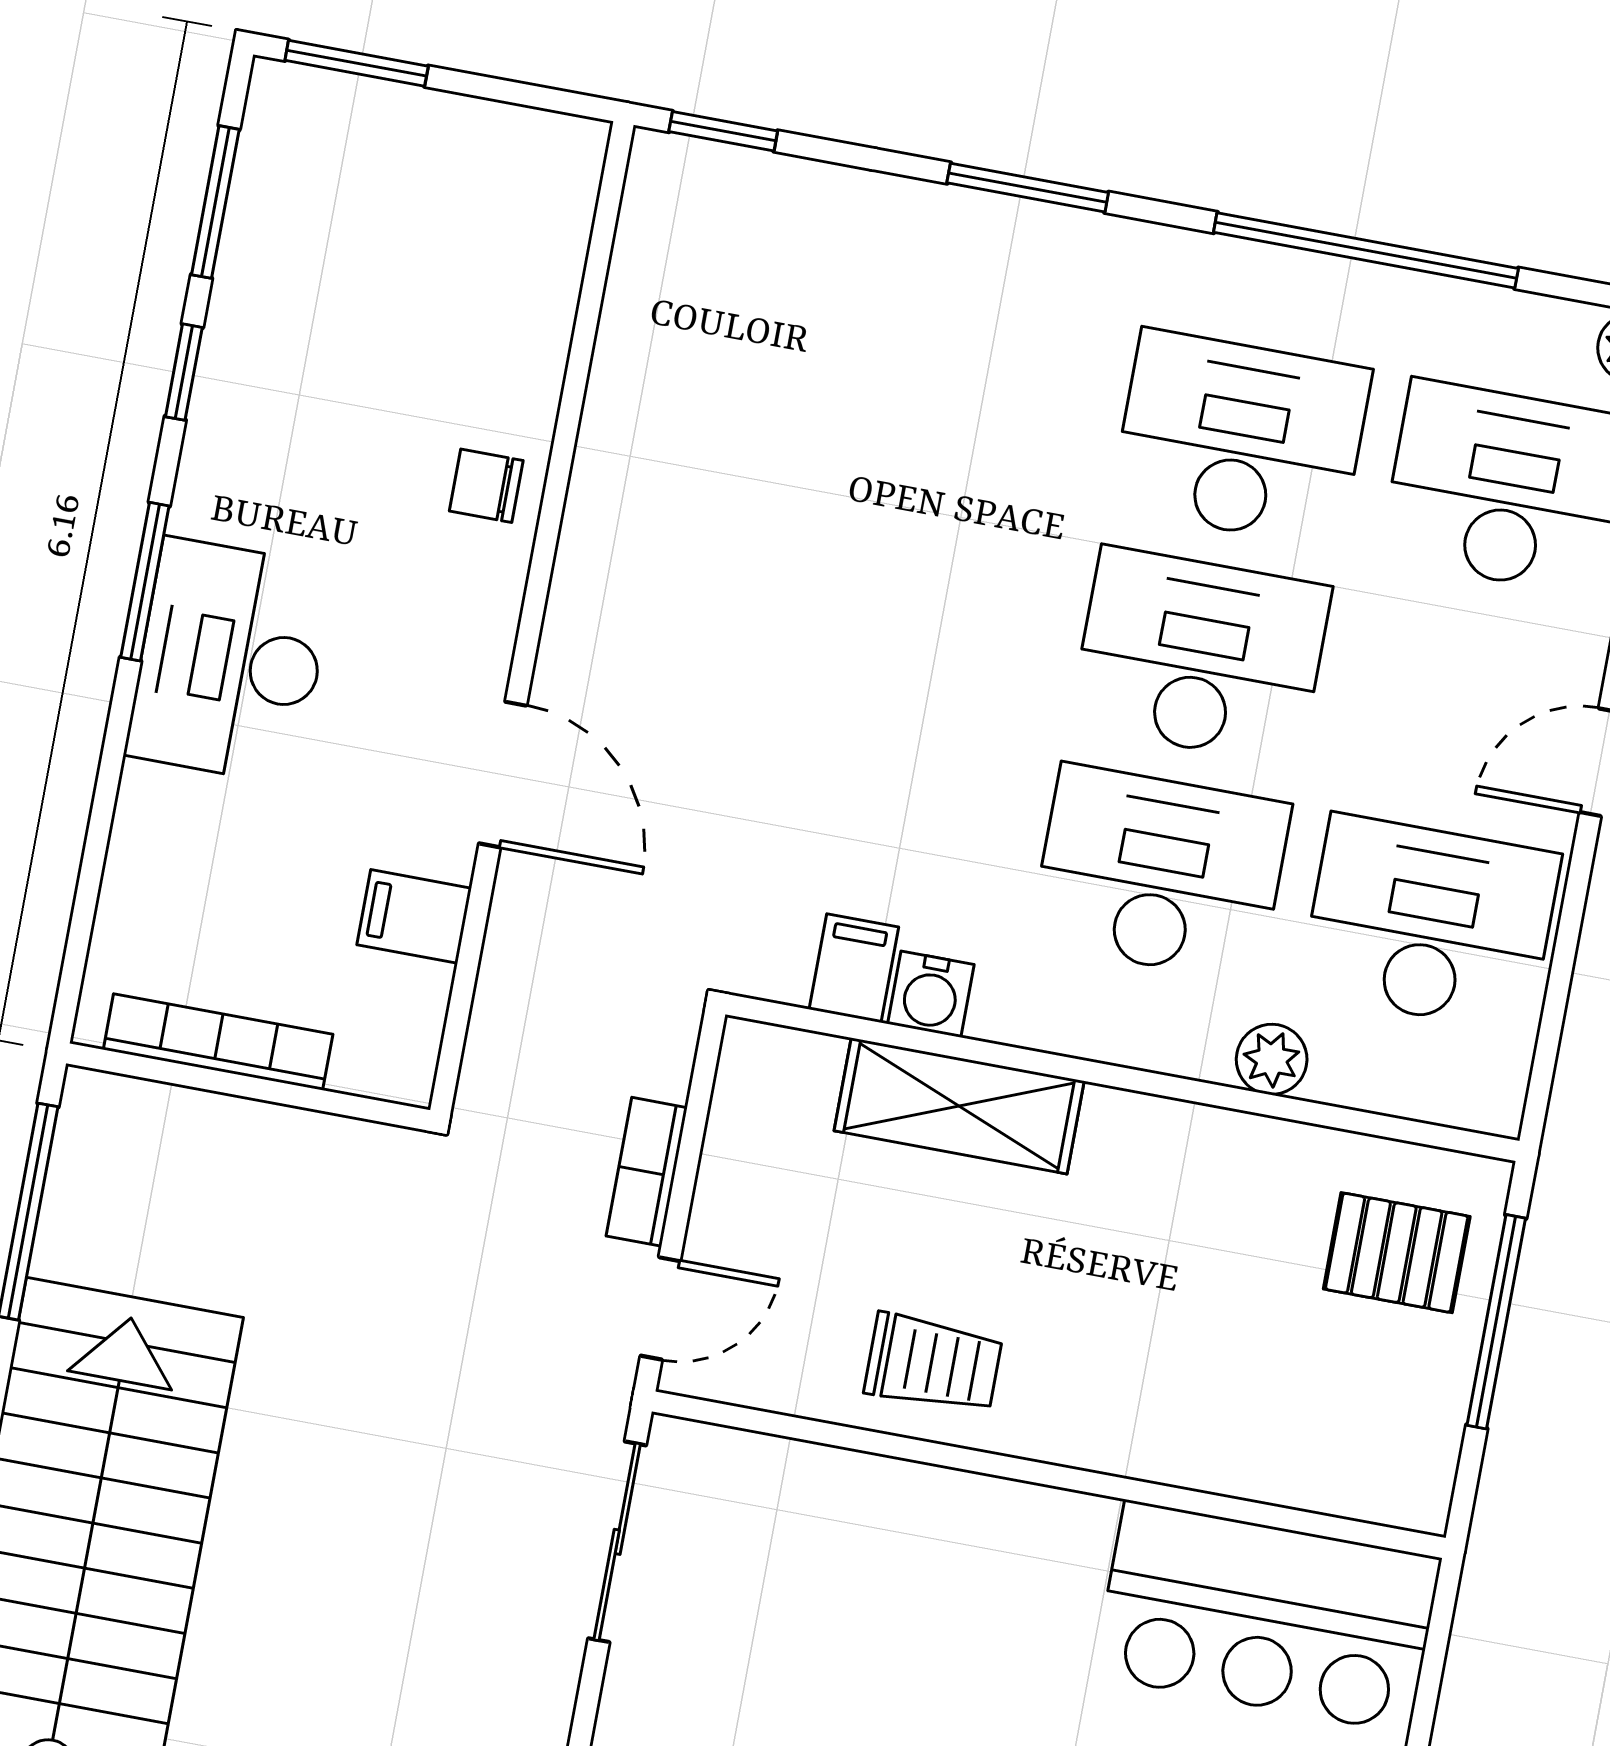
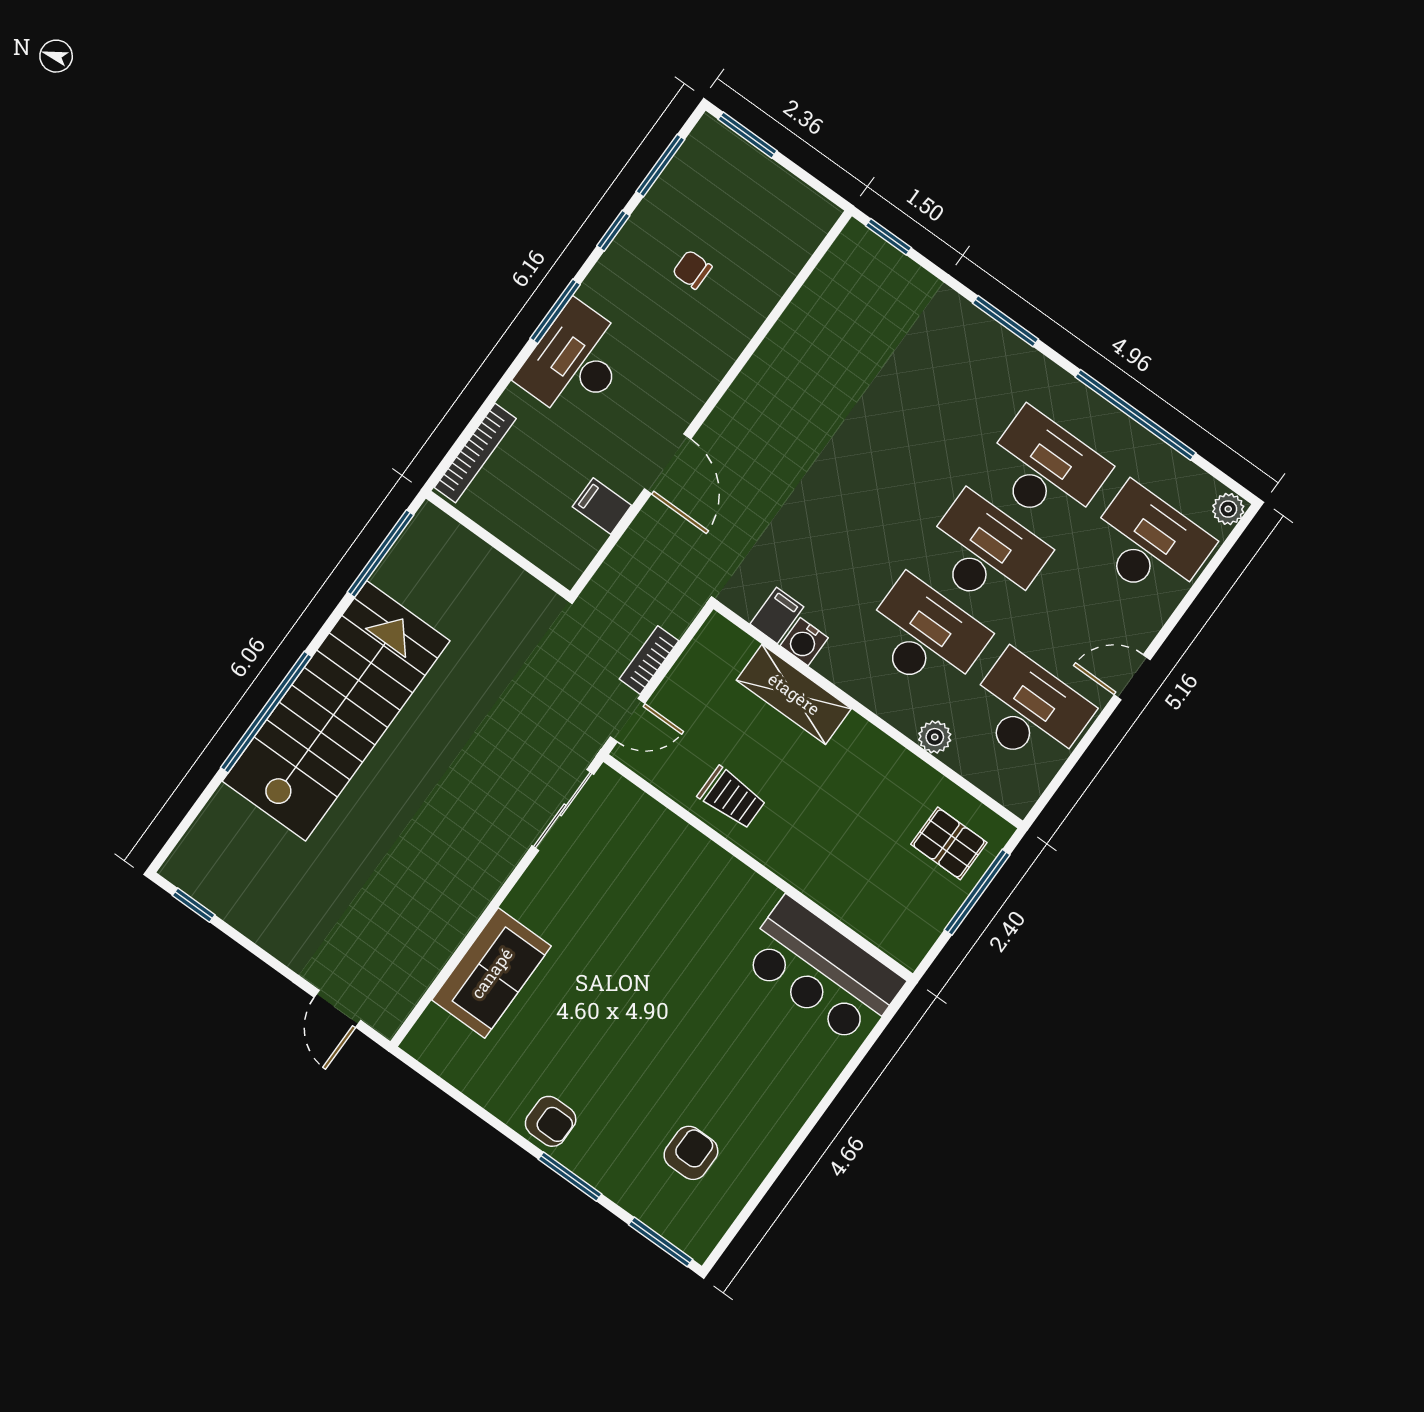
chair: (486, 486) -> (692, 270), moved
bookcase: (218, 1042) -> (475, 453), moved, turned 90

